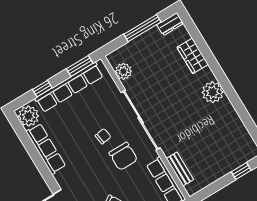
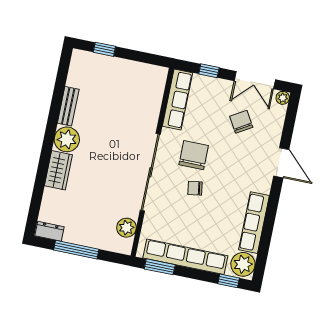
wardrobe: (193, 56) -> (58, 170), moved
window: (42, 89) -> (229, 281), moved
bench: (180, 169) -> (68, 106), moved

